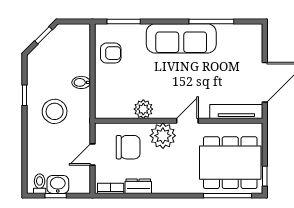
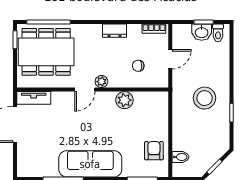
armchair: (111, 53) -> (154, 151), turned 90
bidet: (81, 82) -> (181, 157), moved
tv unit: (236, 112) -> (34, 98), width x0.71
plant: (163, 136) -> (101, 82), width x0.53, depth x0.53
chair: (128, 147) -> (138, 66), width x0.54, depth x0.54
dresser: (138, 186) -> (114, 31), moved

